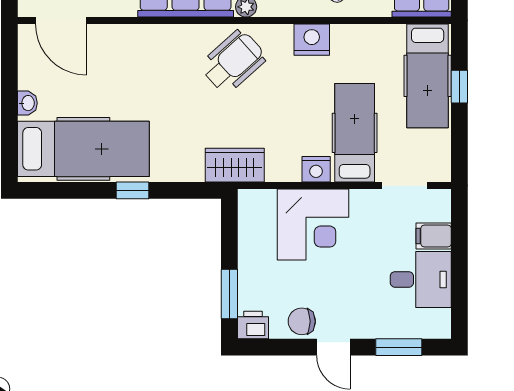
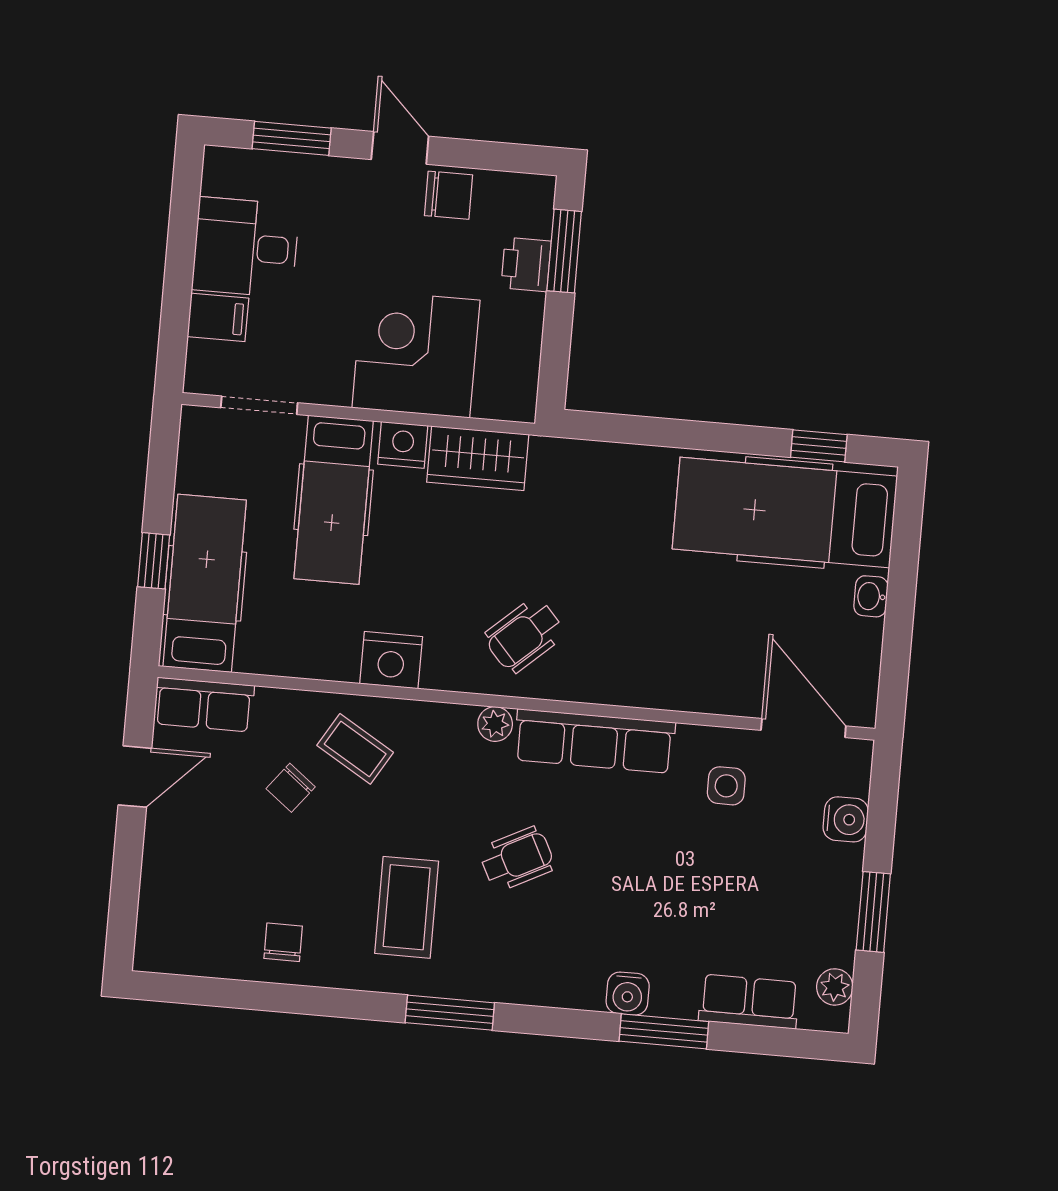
wheelchair: (233, 62) -> (524, 635), width x0.73, depth x0.73
wardrobe: (235, 165) -> (478, 458), moved
window: (133, 190) -> (819, 446), moved
printer: (253, 325) -> (526, 264), moved, turned 90

